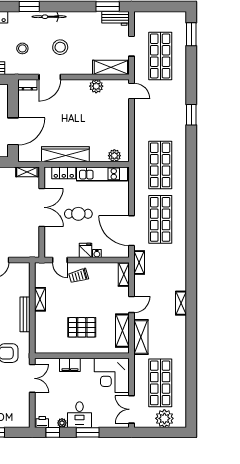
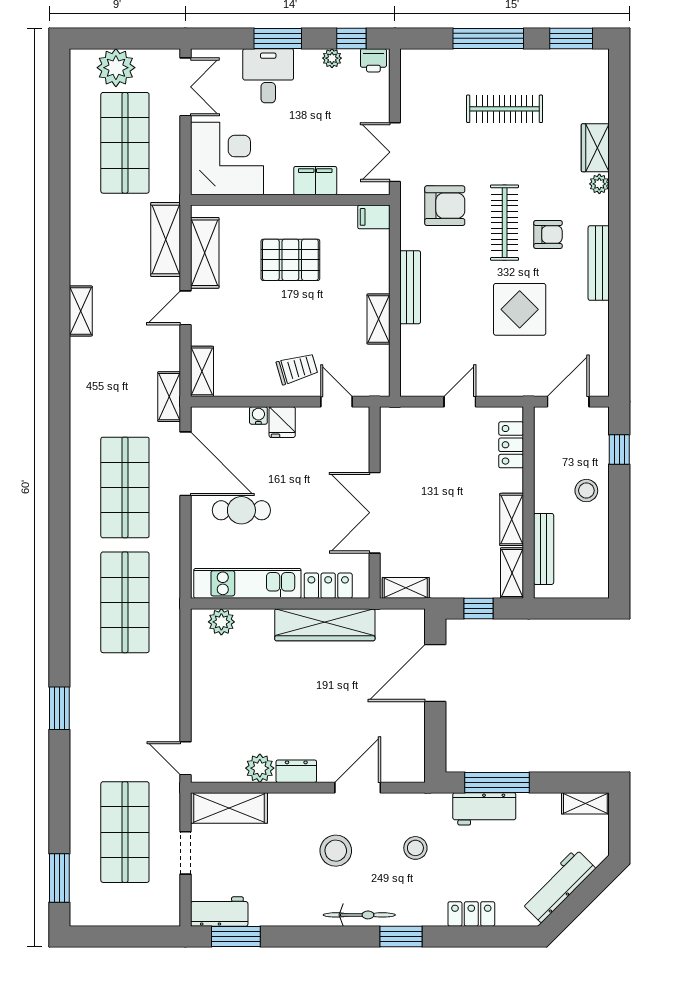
dresser: (27, 85) -> (296, 771), moved
cafe table: (78, 214) -> (241, 510), moved
filing cabinet: (42, 348) -> (374, 217), added
desk: (79, 415) -> (268, 76), moved

